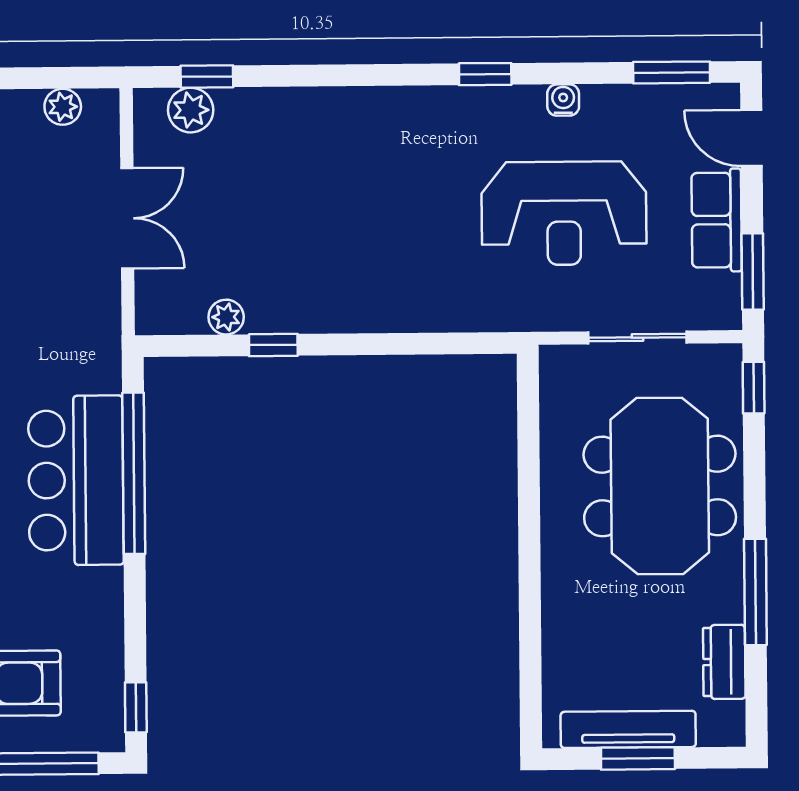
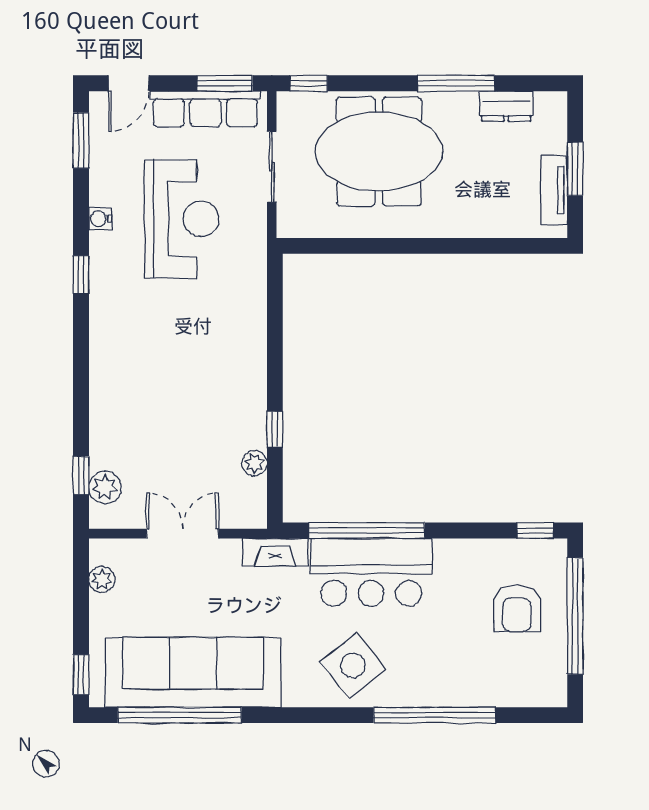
row of seats: (717, 220) -> (205, 109), width x1.48
fireplace: (103, 347) -> (275, 552), added
tv unit: (628, 729) -> (554, 190), width x0.71

